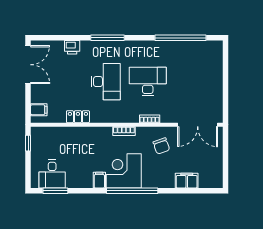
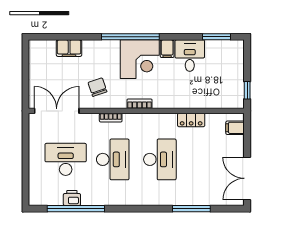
window: (108, 38) -> (191, 209), moved
printer: (72, 47) -> (72, 198), moved
desk: (106, 82) -> (160, 159), turned 180
desk: (148, 82) -> (113, 159), turned -90
desk: (190, 82) -> (66, 159), added
desk: (52, 174) -> (190, 56), moved

